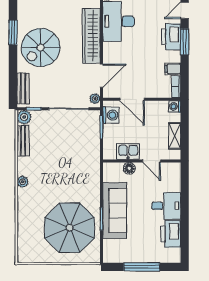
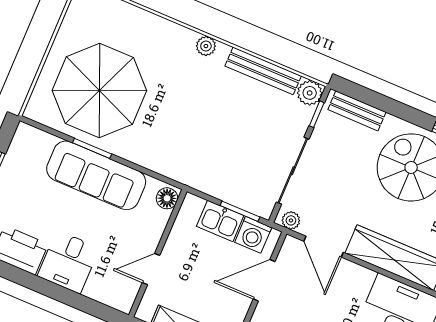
bench: (23, 141) -> (263, 71), width x1.36
kitchen sink: (128, 151) -> (220, 221), moved, turned 90
floor lamp: (129, 168) -> (167, 198), moved

